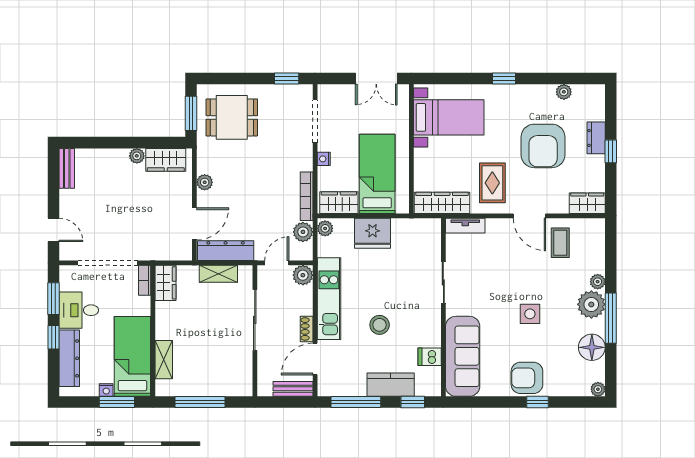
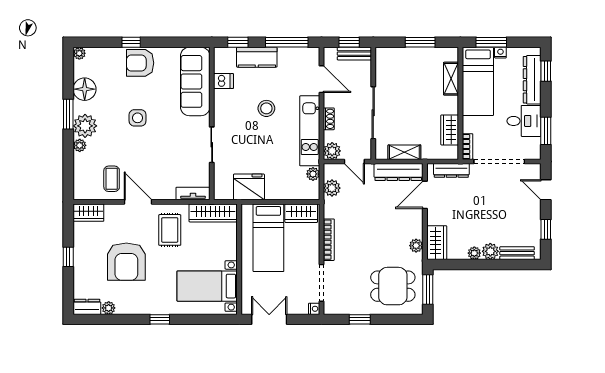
window: (287, 79) -> (360, 319), moved
dresser: (596, 138) -> (87, 307), moved, turned -90
armchair: (543, 146) -> (126, 262), turned 180
plant: (118, 158) -> (490, 251), added
nightstand: (324, 159) -> (314, 309), moved
wardrobe: (166, 160) -> (437, 243), moved, turned 90
bench: (67, 168) -> (517, 253), moved, turned 90
plant: (205, 182) -> (416, 246), moved
window: (53, 184) -> (546, 229), added
bookcase: (307, 196) -> (329, 240), moved
plant: (325, 228) -> (313, 174), moved
fridge: (373, 233) -> (249, 187), moved
dresser: (164, 252) -> (451, 170), added
door: (277, 263) -> (354, 161), hinge flipped
wardrobe: (165, 283) -> (450, 130), moved
window: (611, 318) -> (68, 114), width x0.69
shoe rack: (307, 329) -> (329, 119), moved
window: (53, 337) -> (546, 71), moved
door: (315, 359) -> (322, 79), hinge flipped
armchair: (527, 378) -> (140, 63), turned 180
bench: (293, 389) -> (354, 54), moved
window: (200, 402) -> (420, 42), width x0.69
window: (283, 402) -> (349, 42), added

